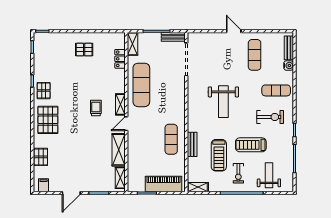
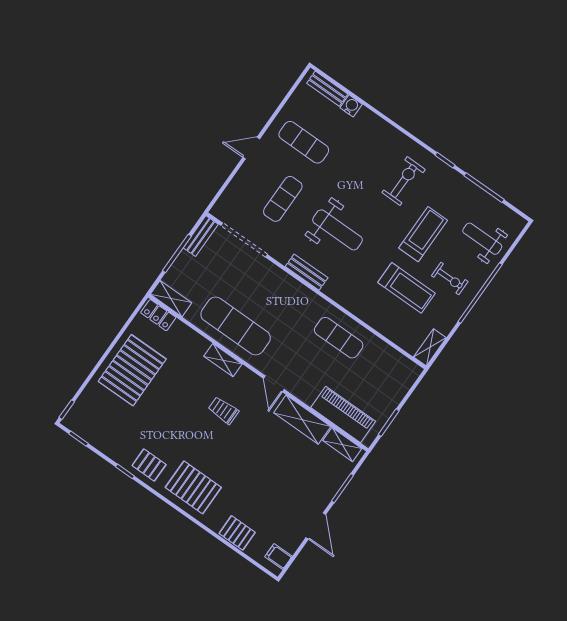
pallet: (84, 50) -> (132, 370), width x2.05, depth x2.00
locker: (120, 59) -> (158, 315), moved
exercise mat: (276, 90) -> (283, 199), moved
shelving: (120, 104) -> (223, 360), moved
bench: (192, 144) -> (307, 272), moved
treadmill: (251, 145) -> (423, 234), turned 180
piano: (164, 184) -> (343, 414), moved, turned 90

